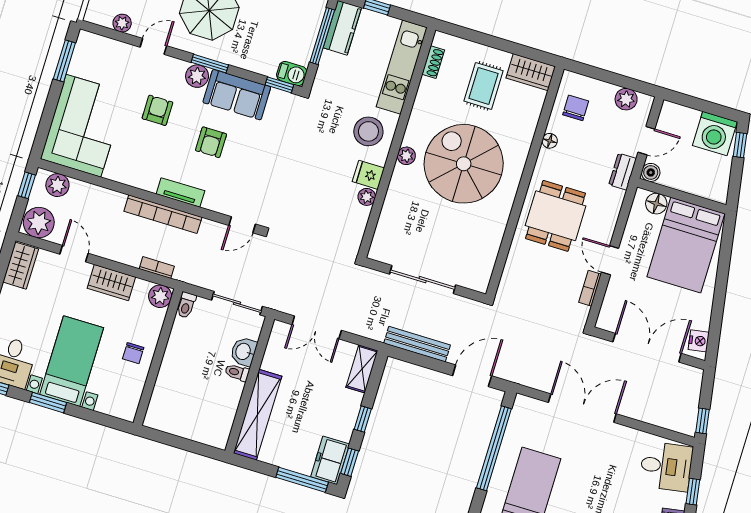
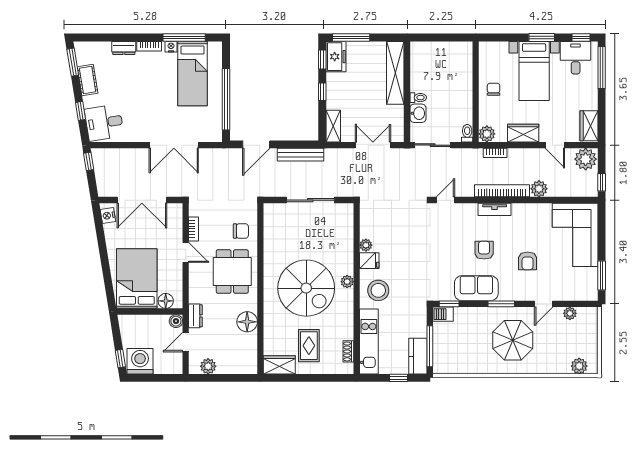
plant: (197, 76) -> (507, 293), removed
chair: (576, 108) -> (241, 231), moved, turned -90
floor lamp: (550, 141) -> (247, 322), width x1.89, depth x1.89
plant: (57, 185) -> (539, 189), moved

